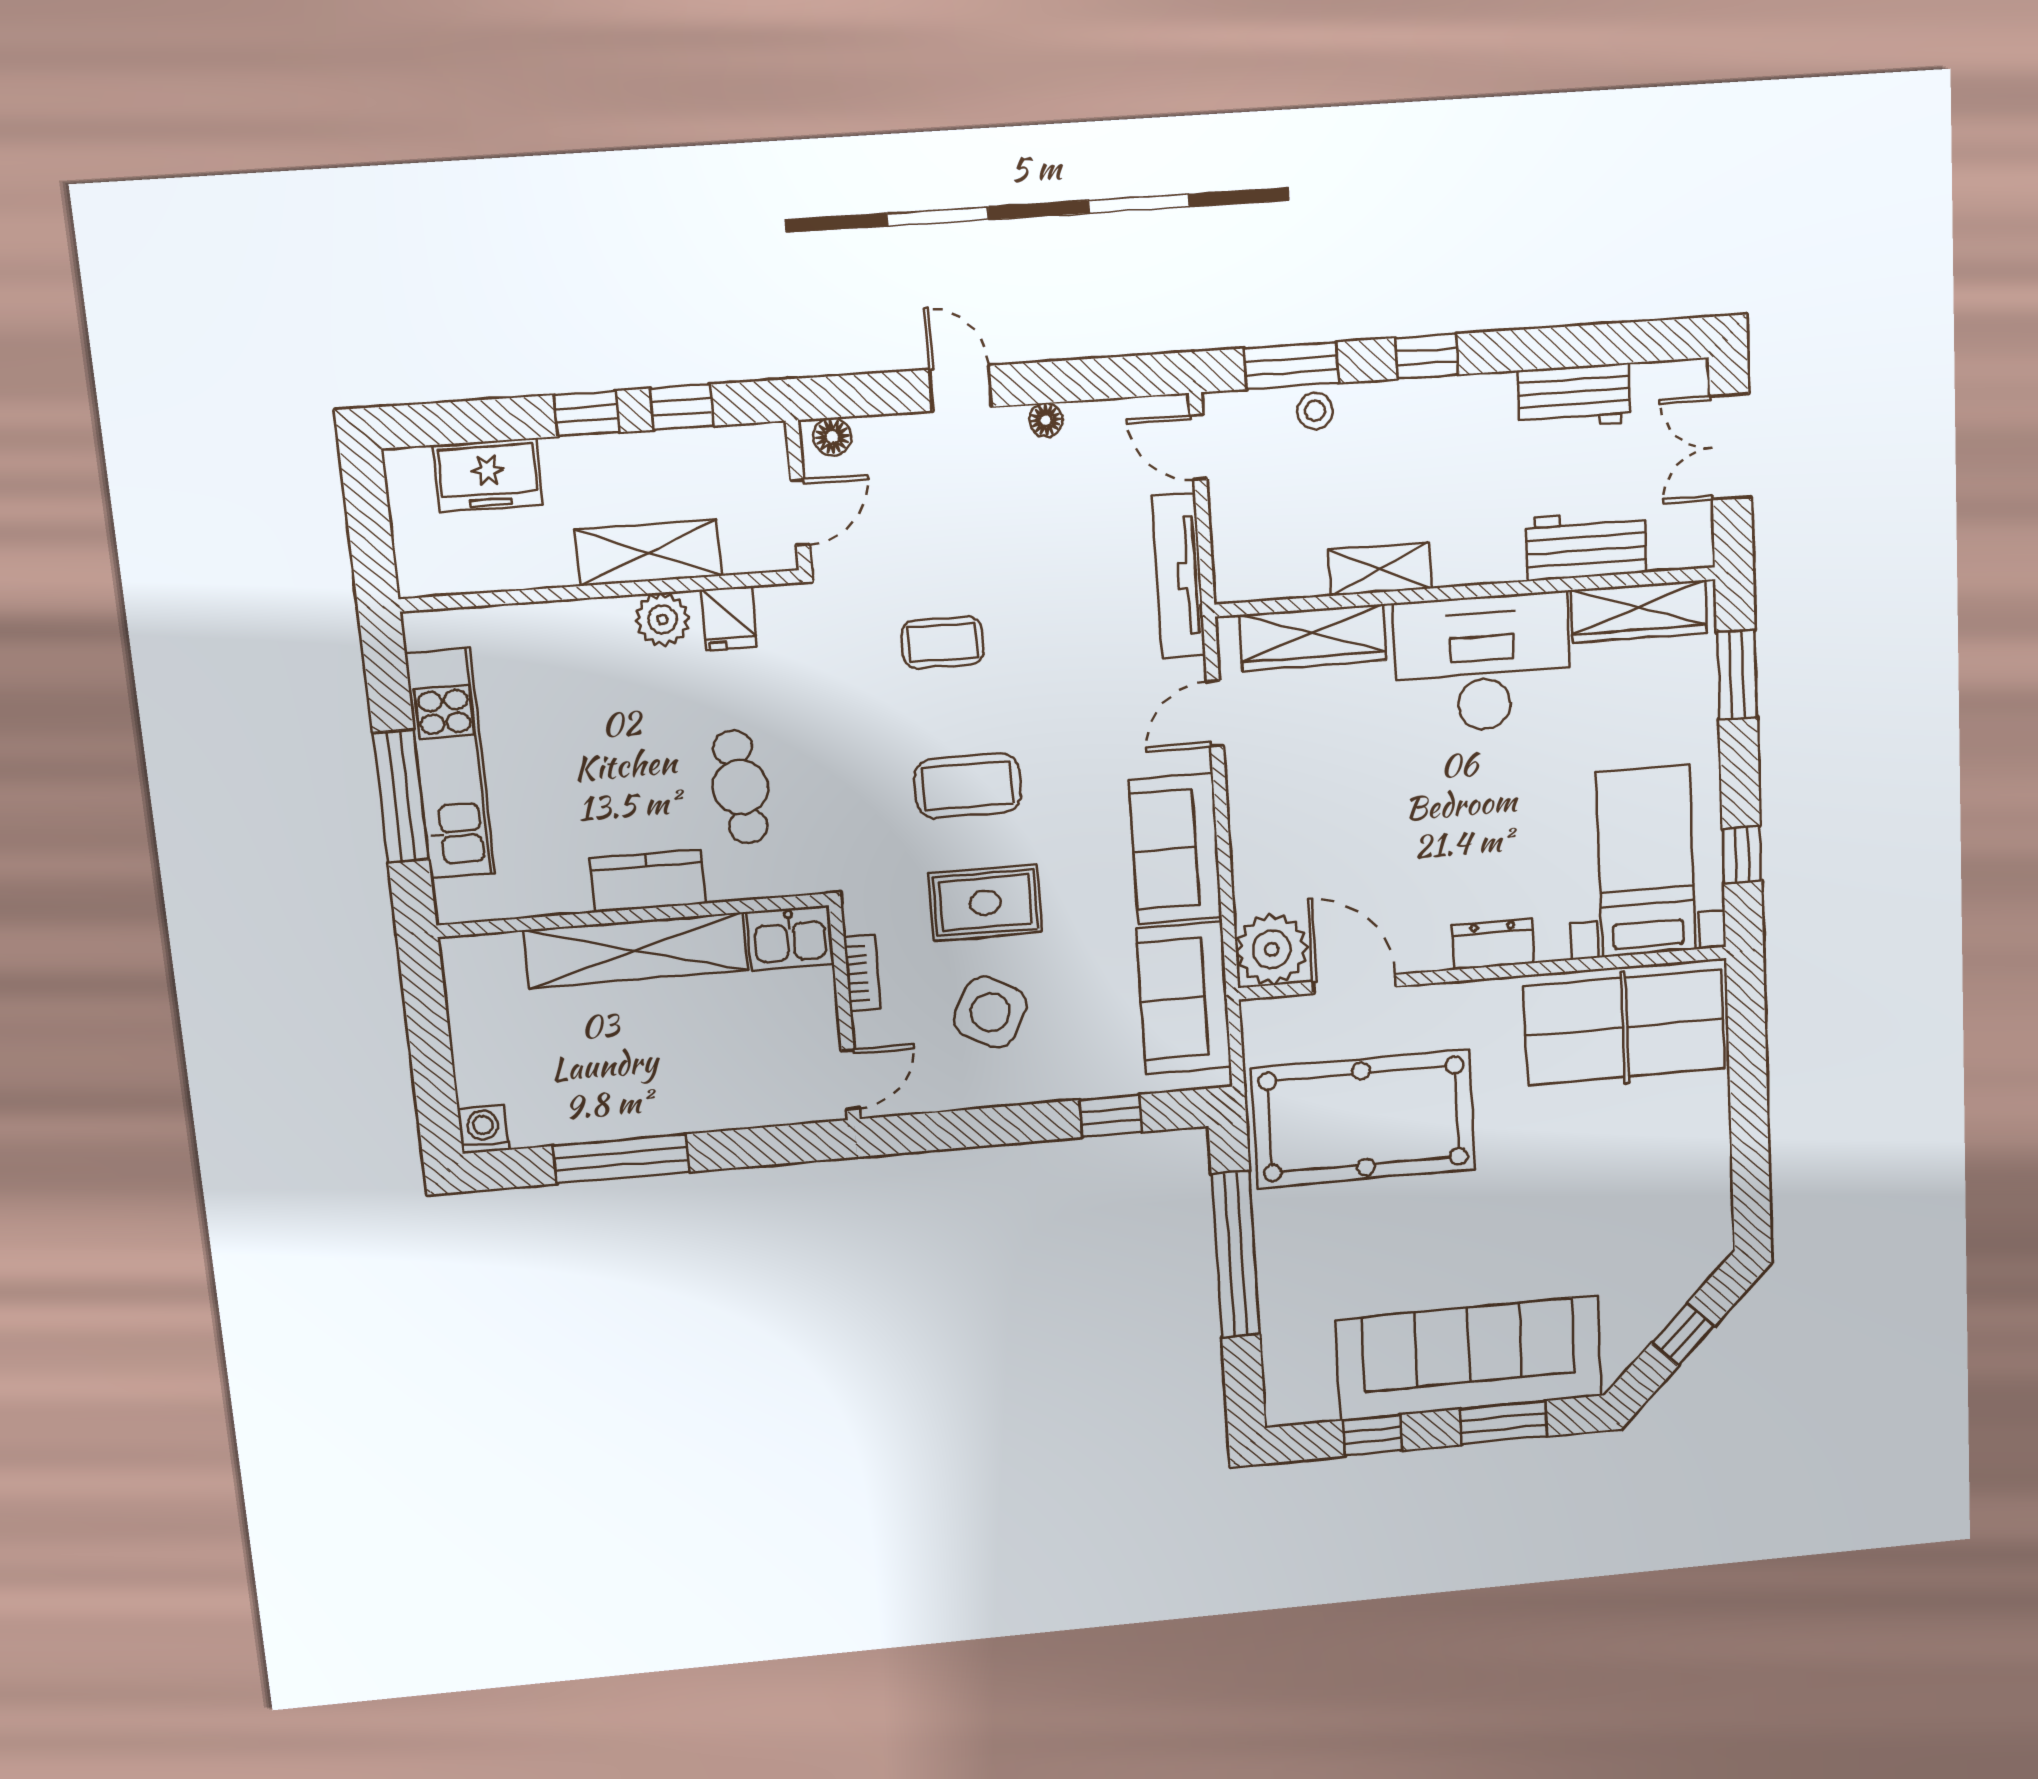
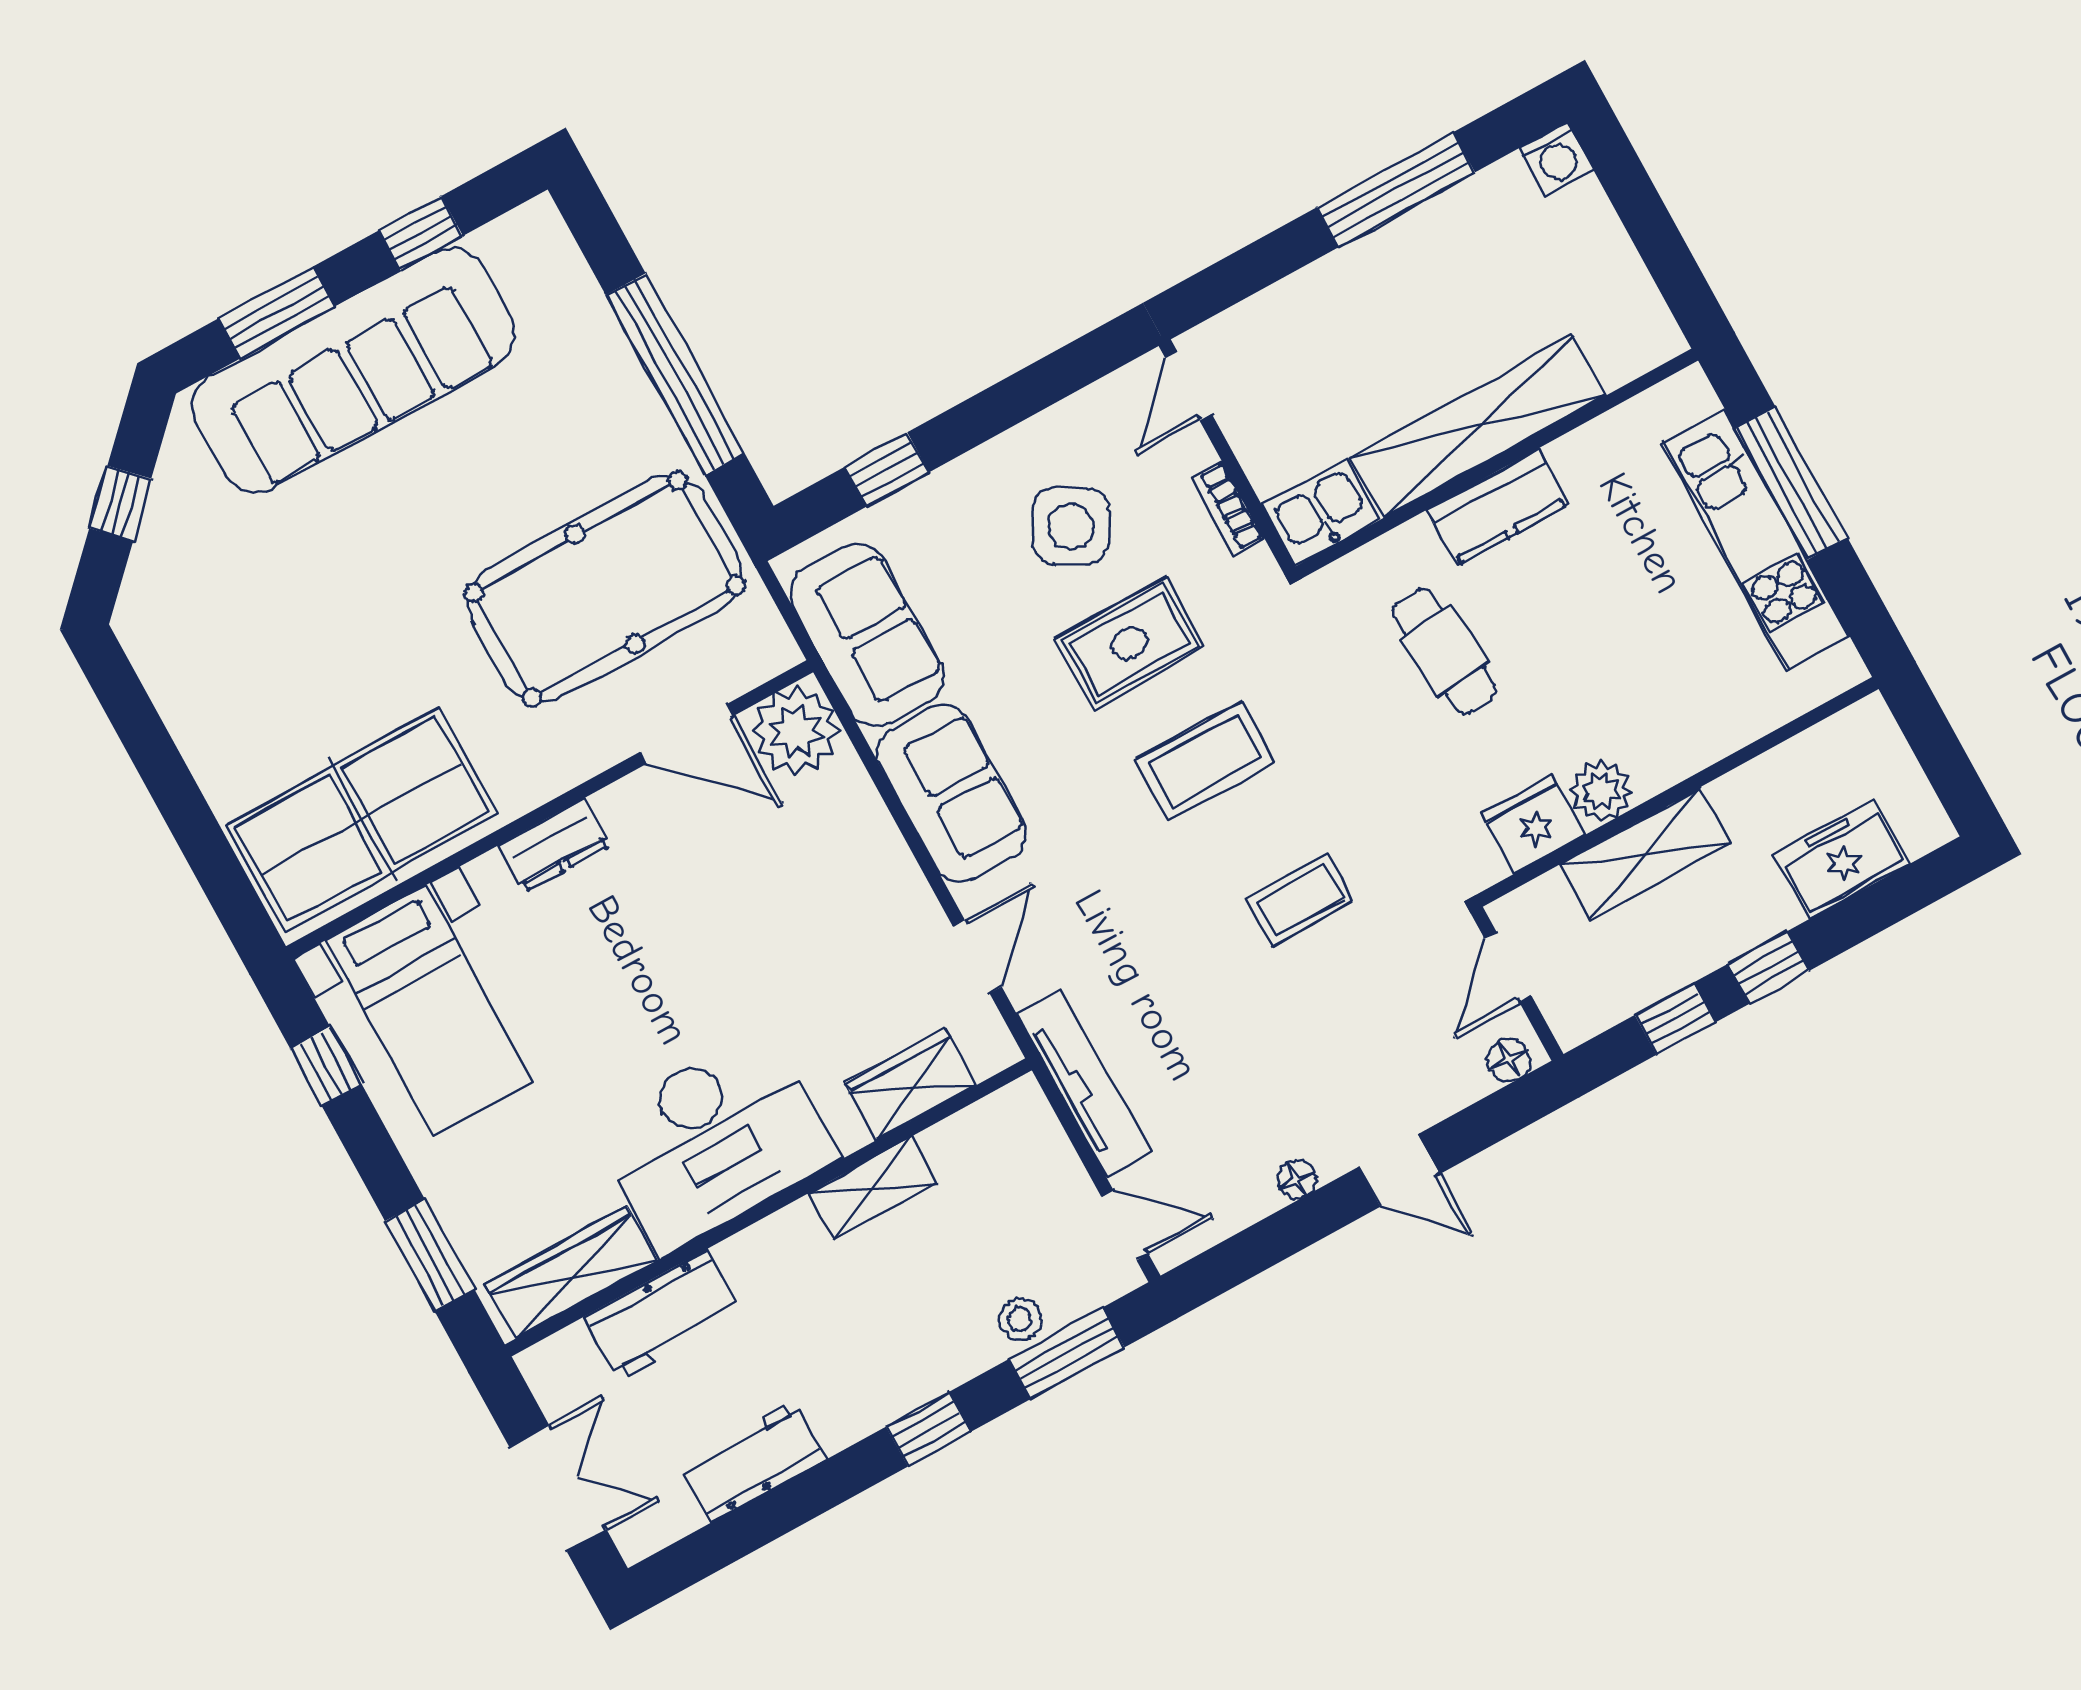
fridge: (729, 618) -> (1533, 824), width x1.38
wardrobe: (1313, 637) -> (911, 1084), width x0.67

